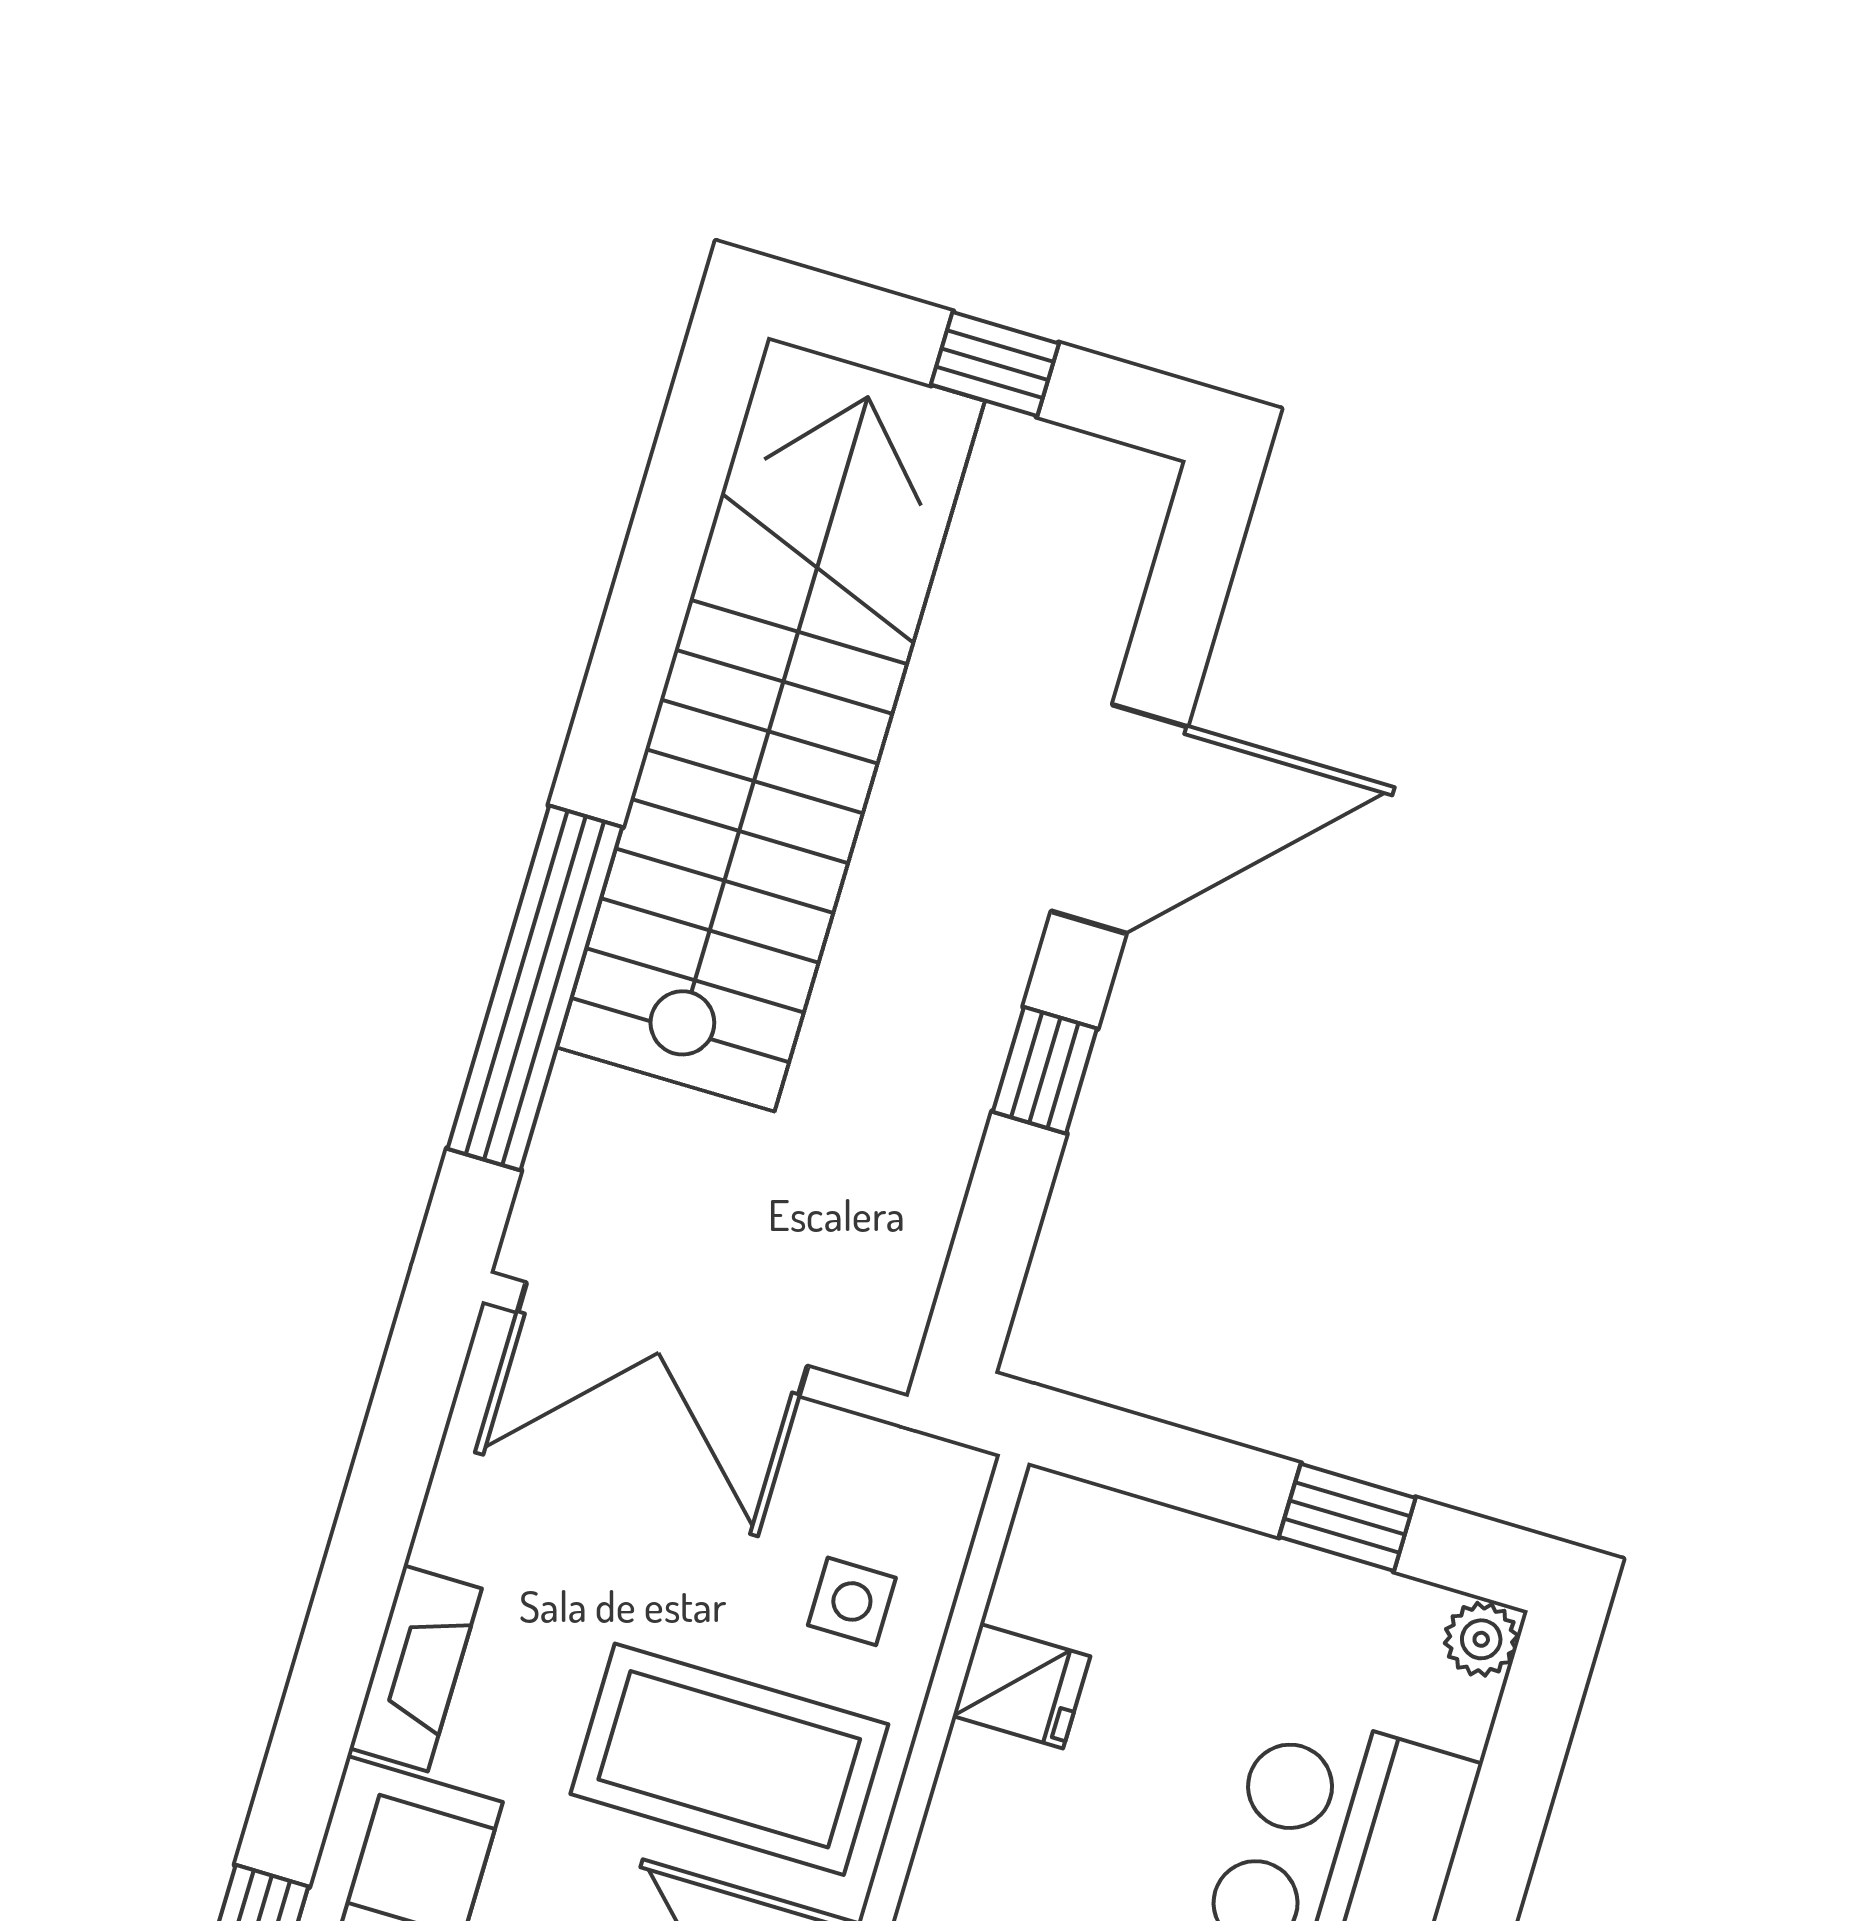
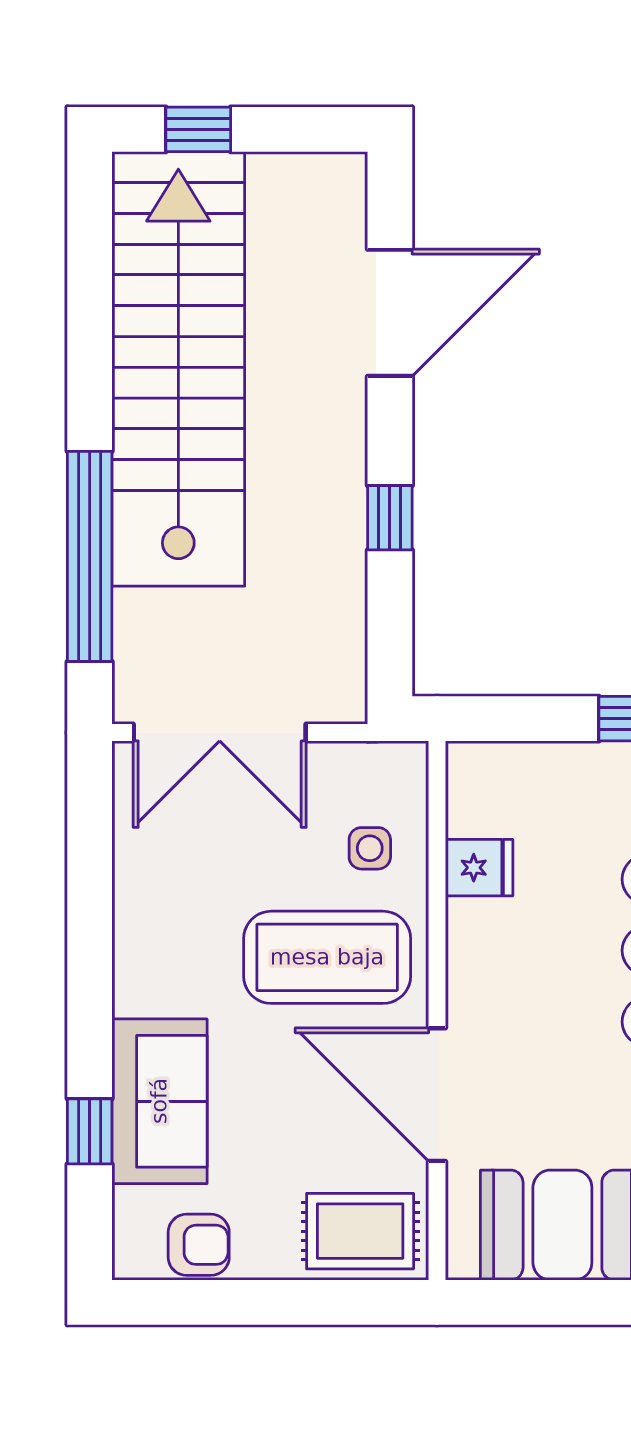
window: (995, 364) -> (198, 129), moved
door: (1119, 819) -> (390, 313), moved
fireplace: (416, 1668) -> (136, 959), removed

